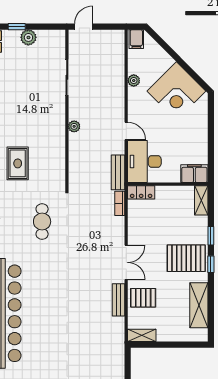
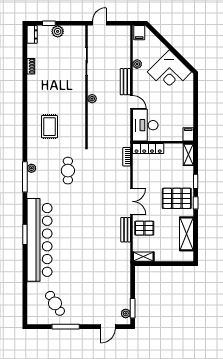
bench: (118, 172) -> (125, 82), moved
filing cabinet: (194, 174) -> (188, 134), width x0.50
locker: (141, 192) -> (148, 149), width x1.53

